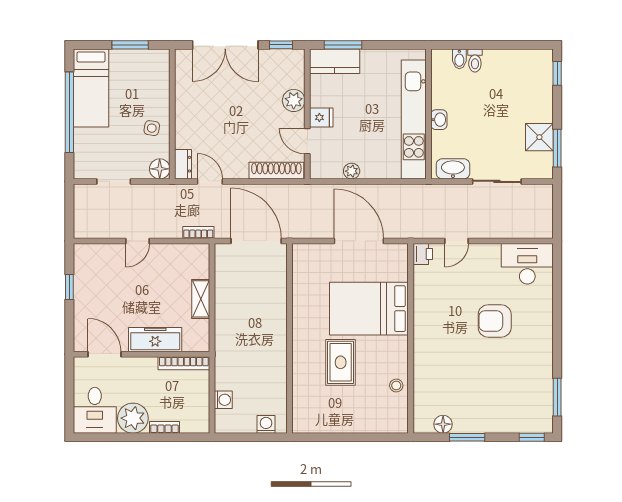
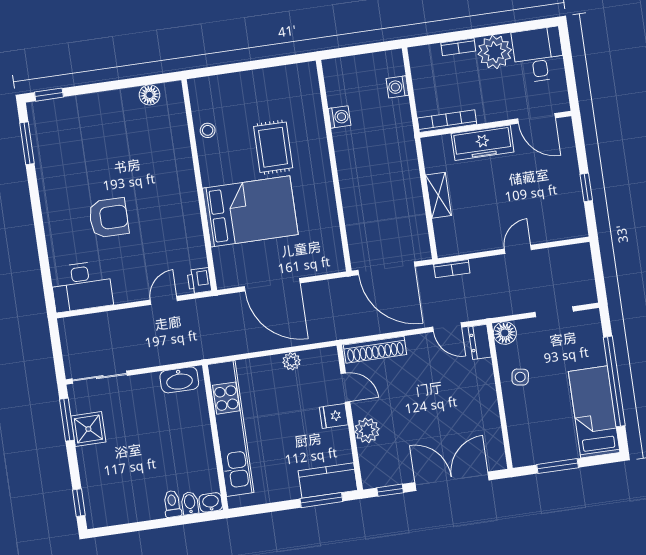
washbasin: (439, 120) -> (211, 502), moved, turned 90
sliding door: (497, 181) -> (100, 377), moved
washing machine: (266, 424) -> (339, 117), moved, turned -90
window: (467, 437) -> (121, 84), removed

